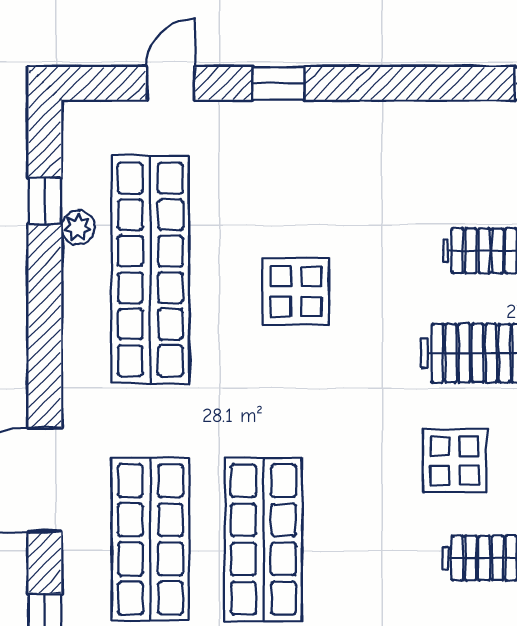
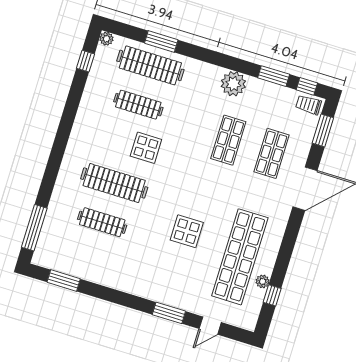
window: (279, 83) -> (169, 313), width x1.50
shop shelf: (150, 539) -> (272, 153), width x0.70, depth x0.74
shop shelf: (263, 539) -> (228, 140), width x0.70, depth x0.74

